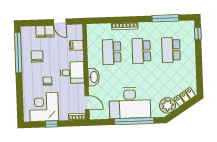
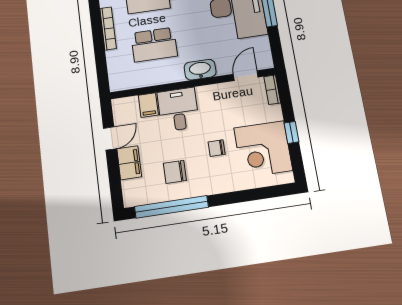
desk: (72, 73) -> (178, 109), moved

